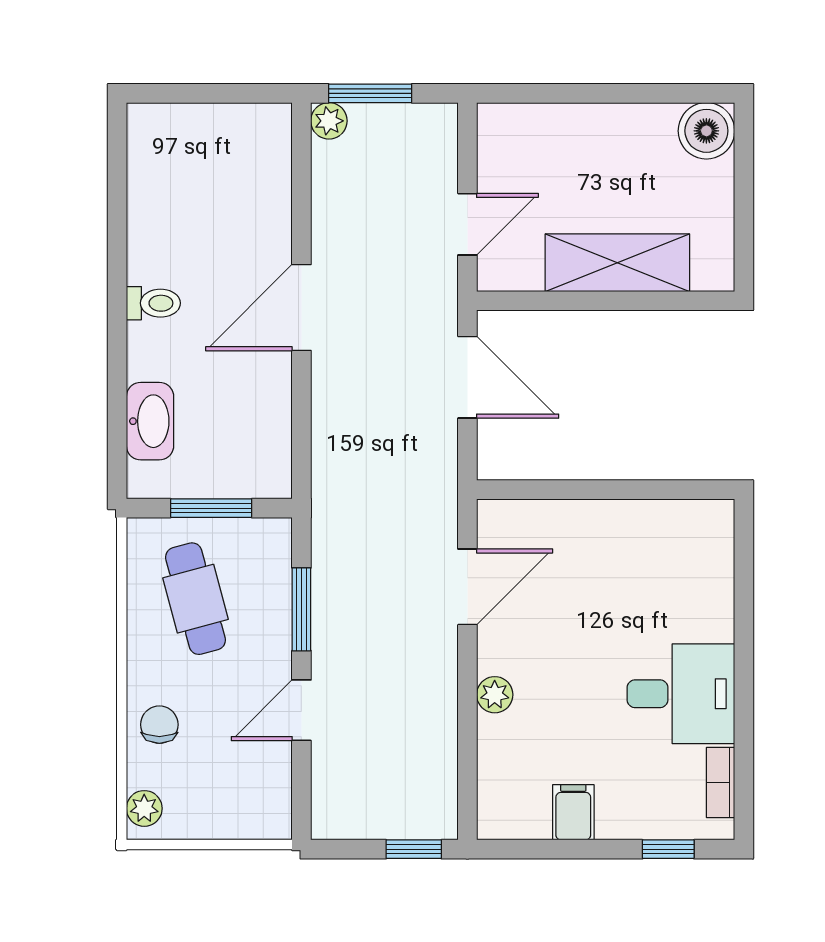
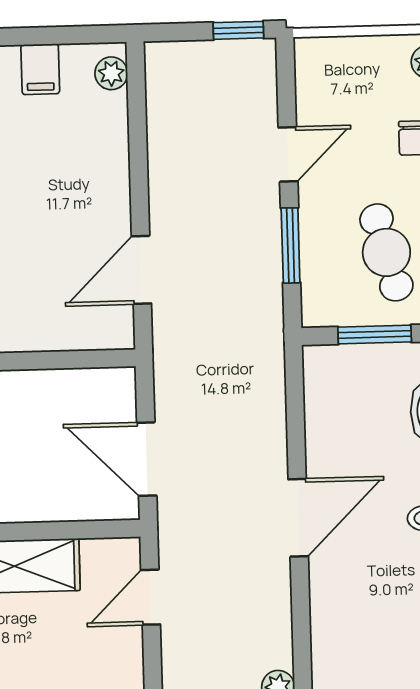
plant: (495, 695) -> (111, 73), moved
window: (414, 849) -> (238, 30), moved

